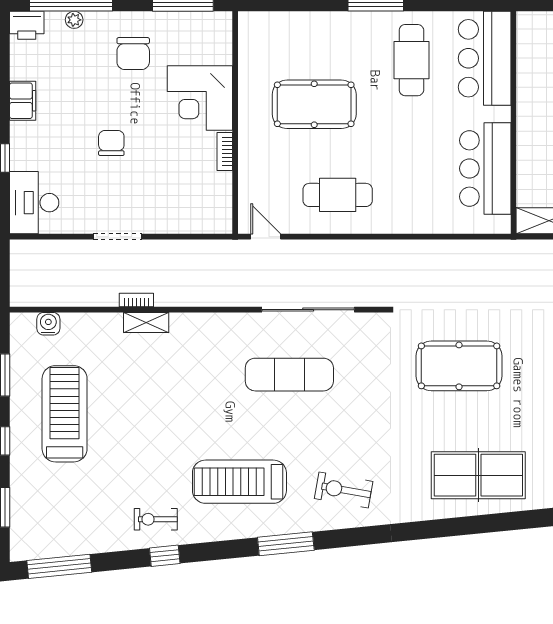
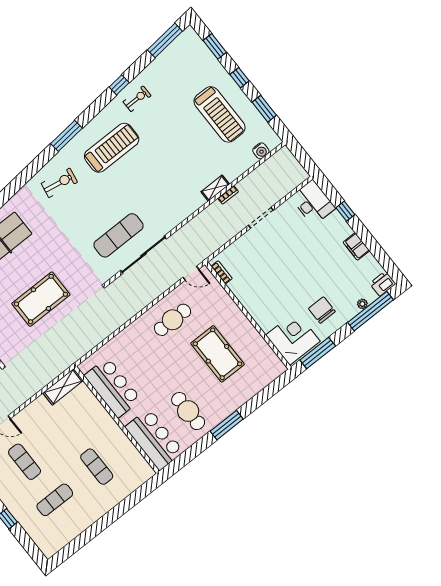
corner desk: (200, 98) -> (293, 338), moved
pool table: (314, 104) -> (217, 354), turned 90
chair: (111, 143) -> (299, 260), removed
bookcase: (225, 152) -> (222, 272), moved
pool table: (459, 366) -> (41, 299), moved
exercise mat: (289, 375) -> (119, 235), moved

